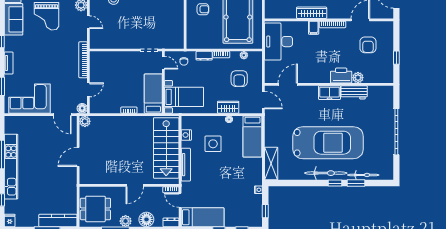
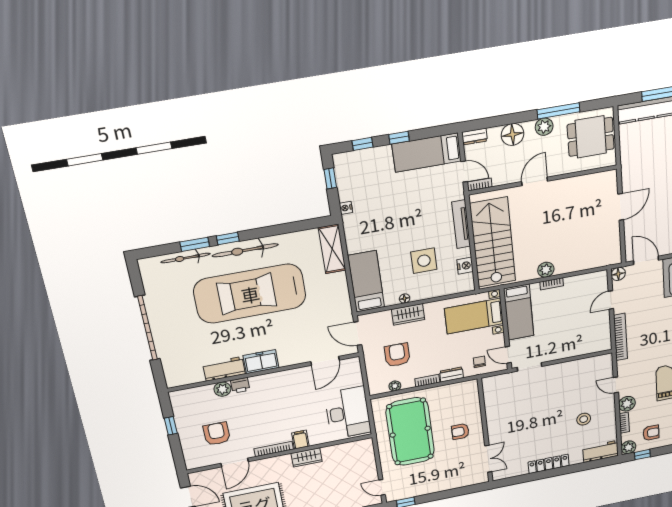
wardrobe: (312, 13) -> (307, 457), width x0.67
printer: (341, 76) -> (240, 385), width x0.53, depth x0.68
plant: (85, 121) -> (546, 270), moved

